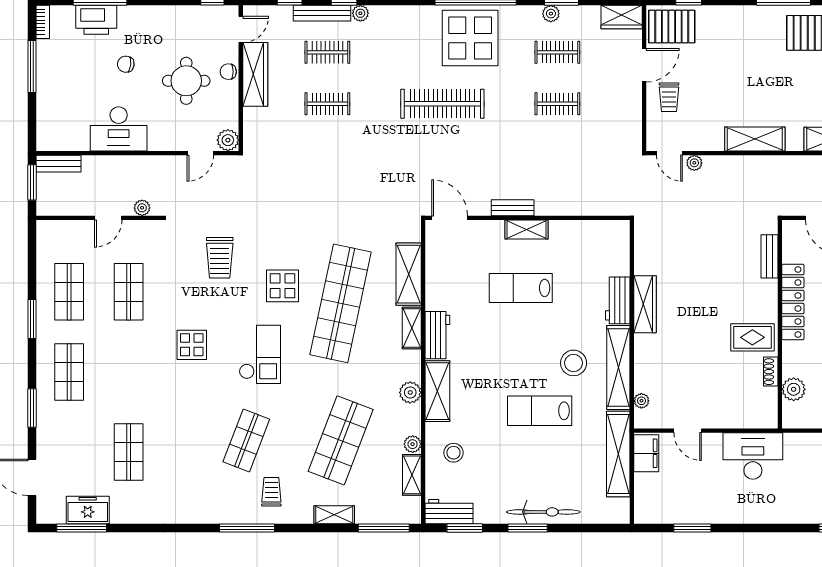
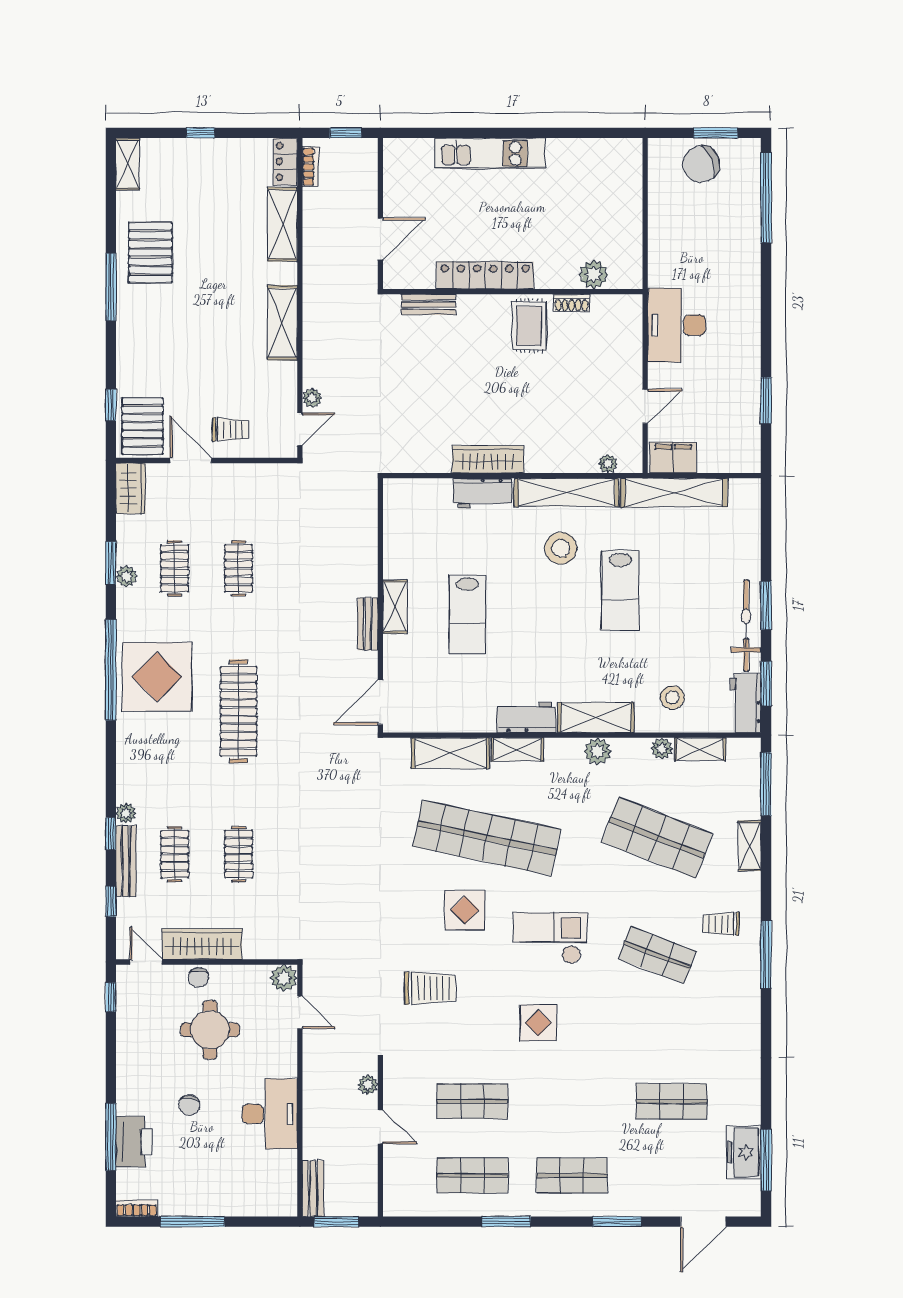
bicycle: (543, 512) -> (746, 626), moved

